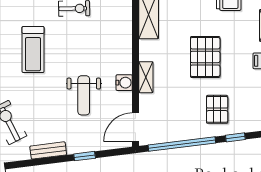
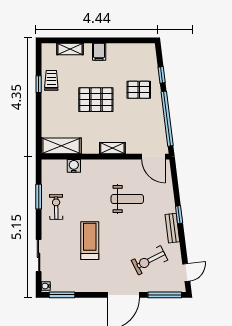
treadmill: (33, 50) -> (90, 241), turned -90
water cooler: (124, 83) -> (74, 166), moved
window: (85, 156) -> (179, 215), moved

